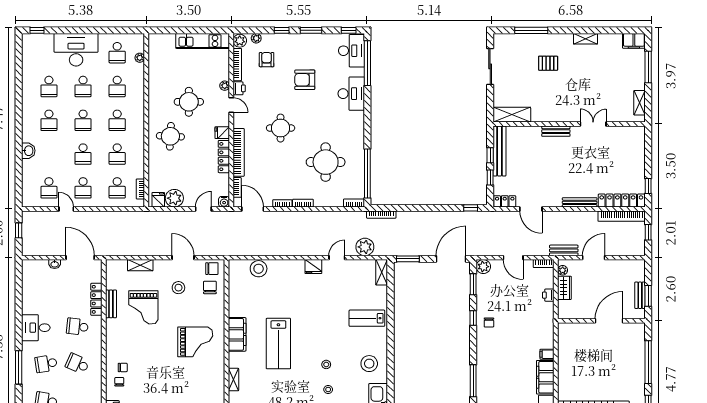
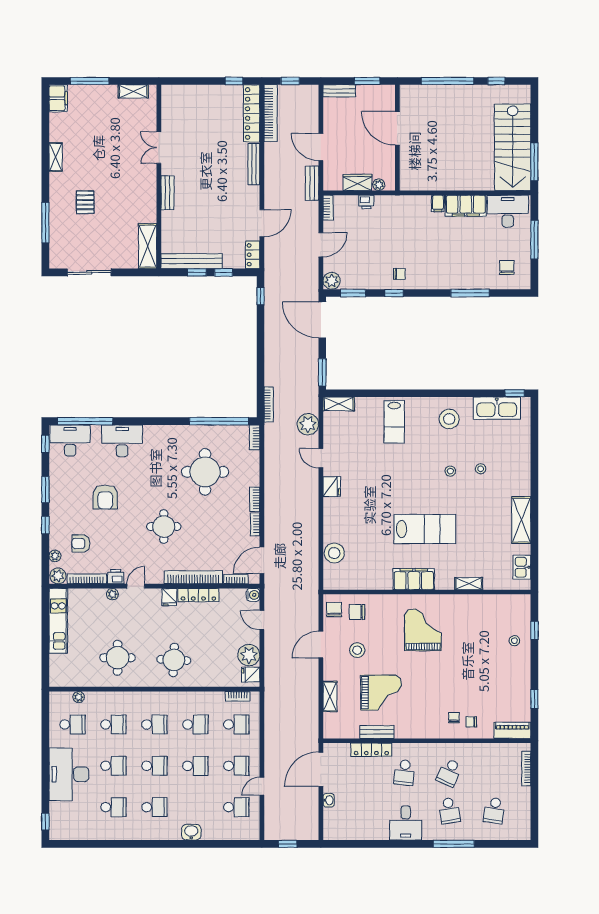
round table: (189, 102) -> (118, 658), moved
plant: (563, 270) -> (379, 185), moved
bench: (640, 295) -> (339, 91), moved

